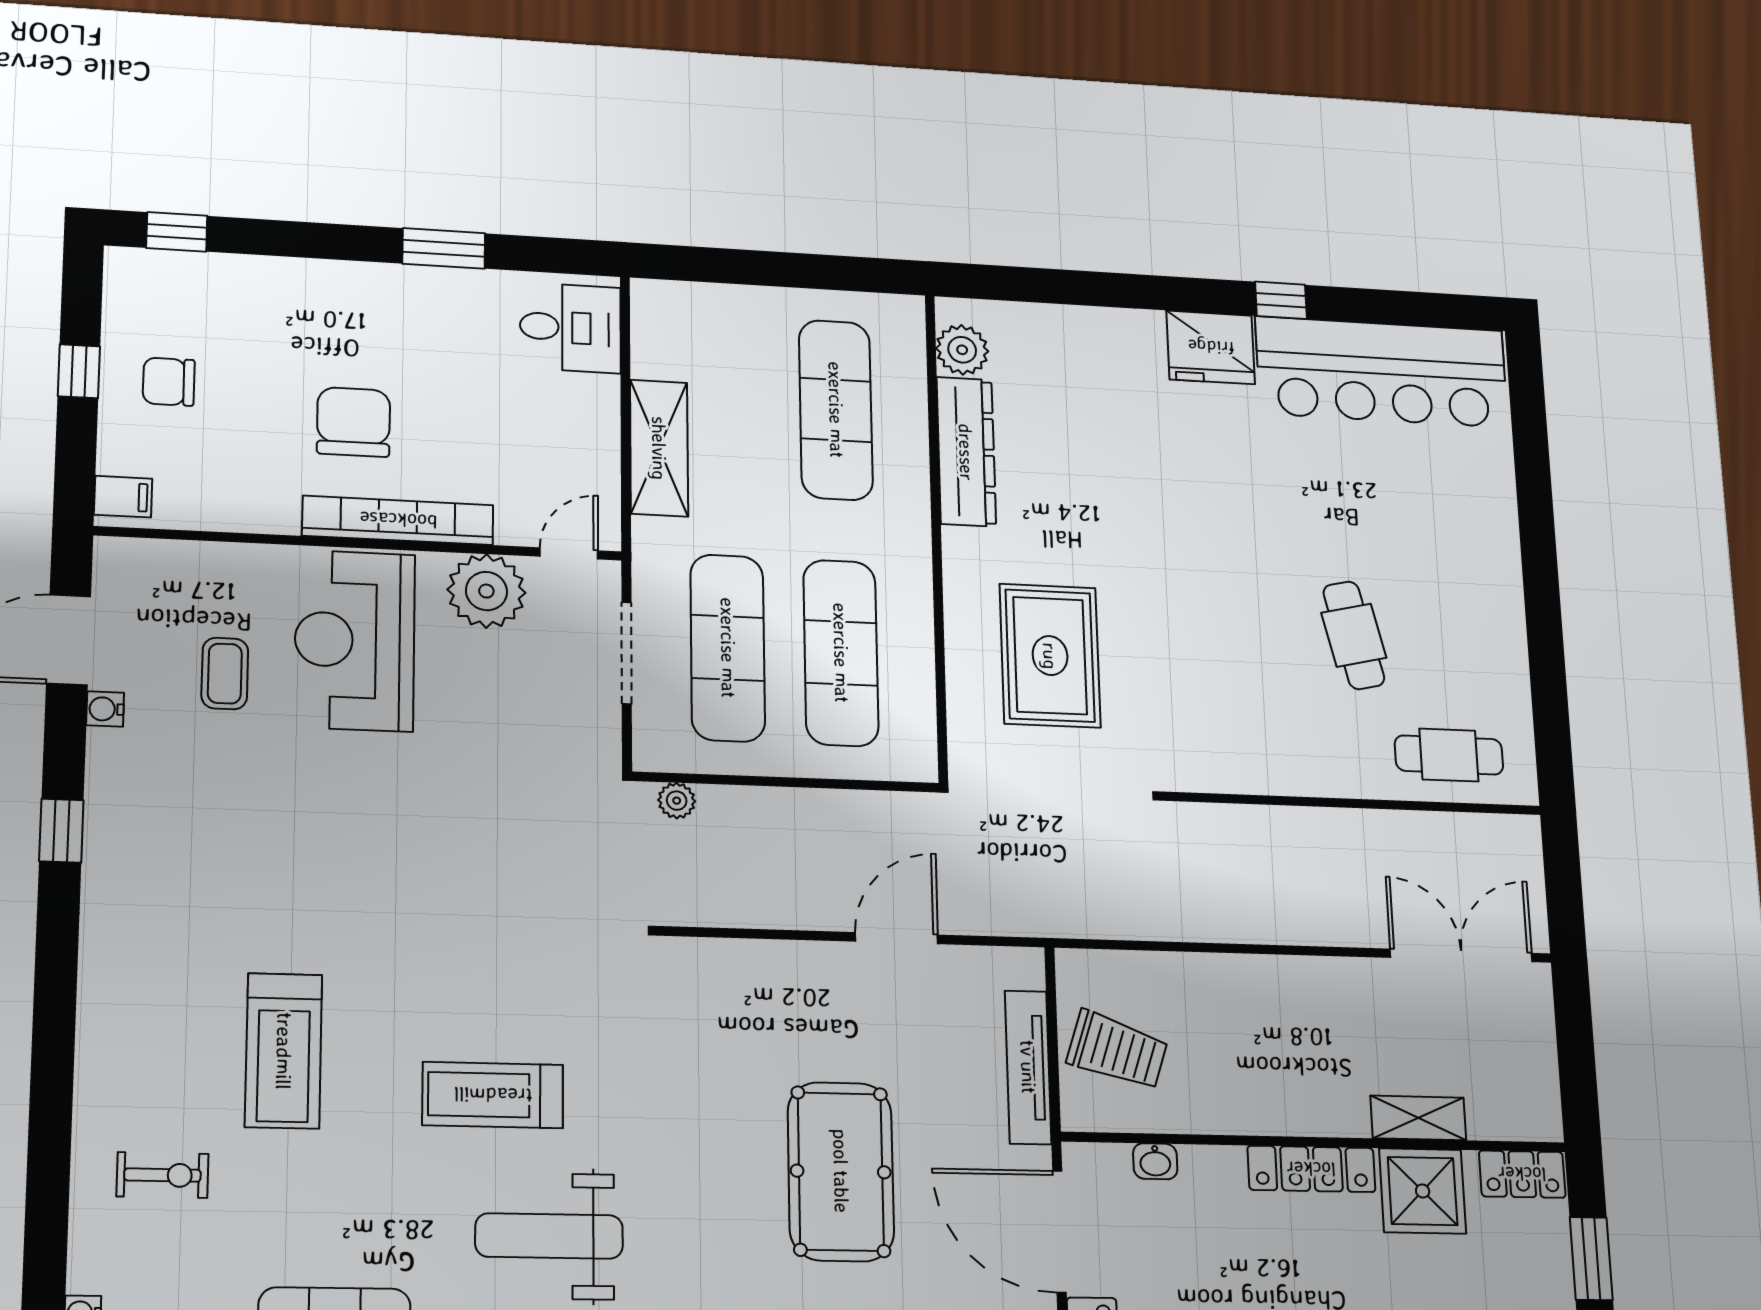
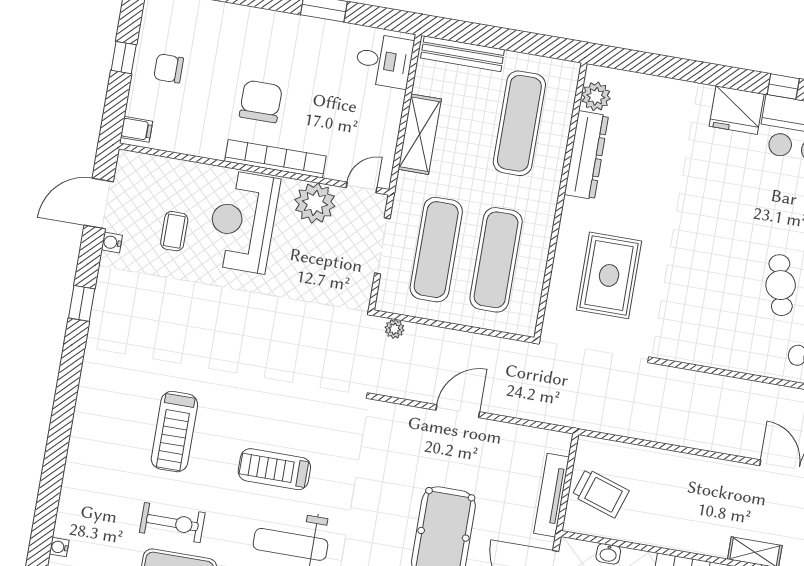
bench: (711, 302) -> (463, 54), added
door: (897, 938) -> (458, 411), moved
exercise bike: (162, 1175) -> (172, 523), moved, width x1.38, depth x1.39

